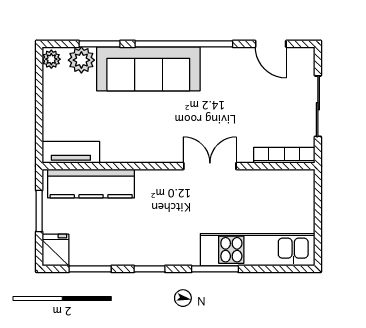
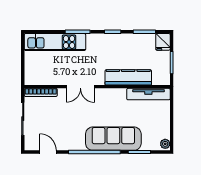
plant: (81, 60) -> (149, 143), removed
tv unit: (71, 152) -> (148, 94), width x1.41
kitchen counter: (91, 184) -> (128, 77), moved

